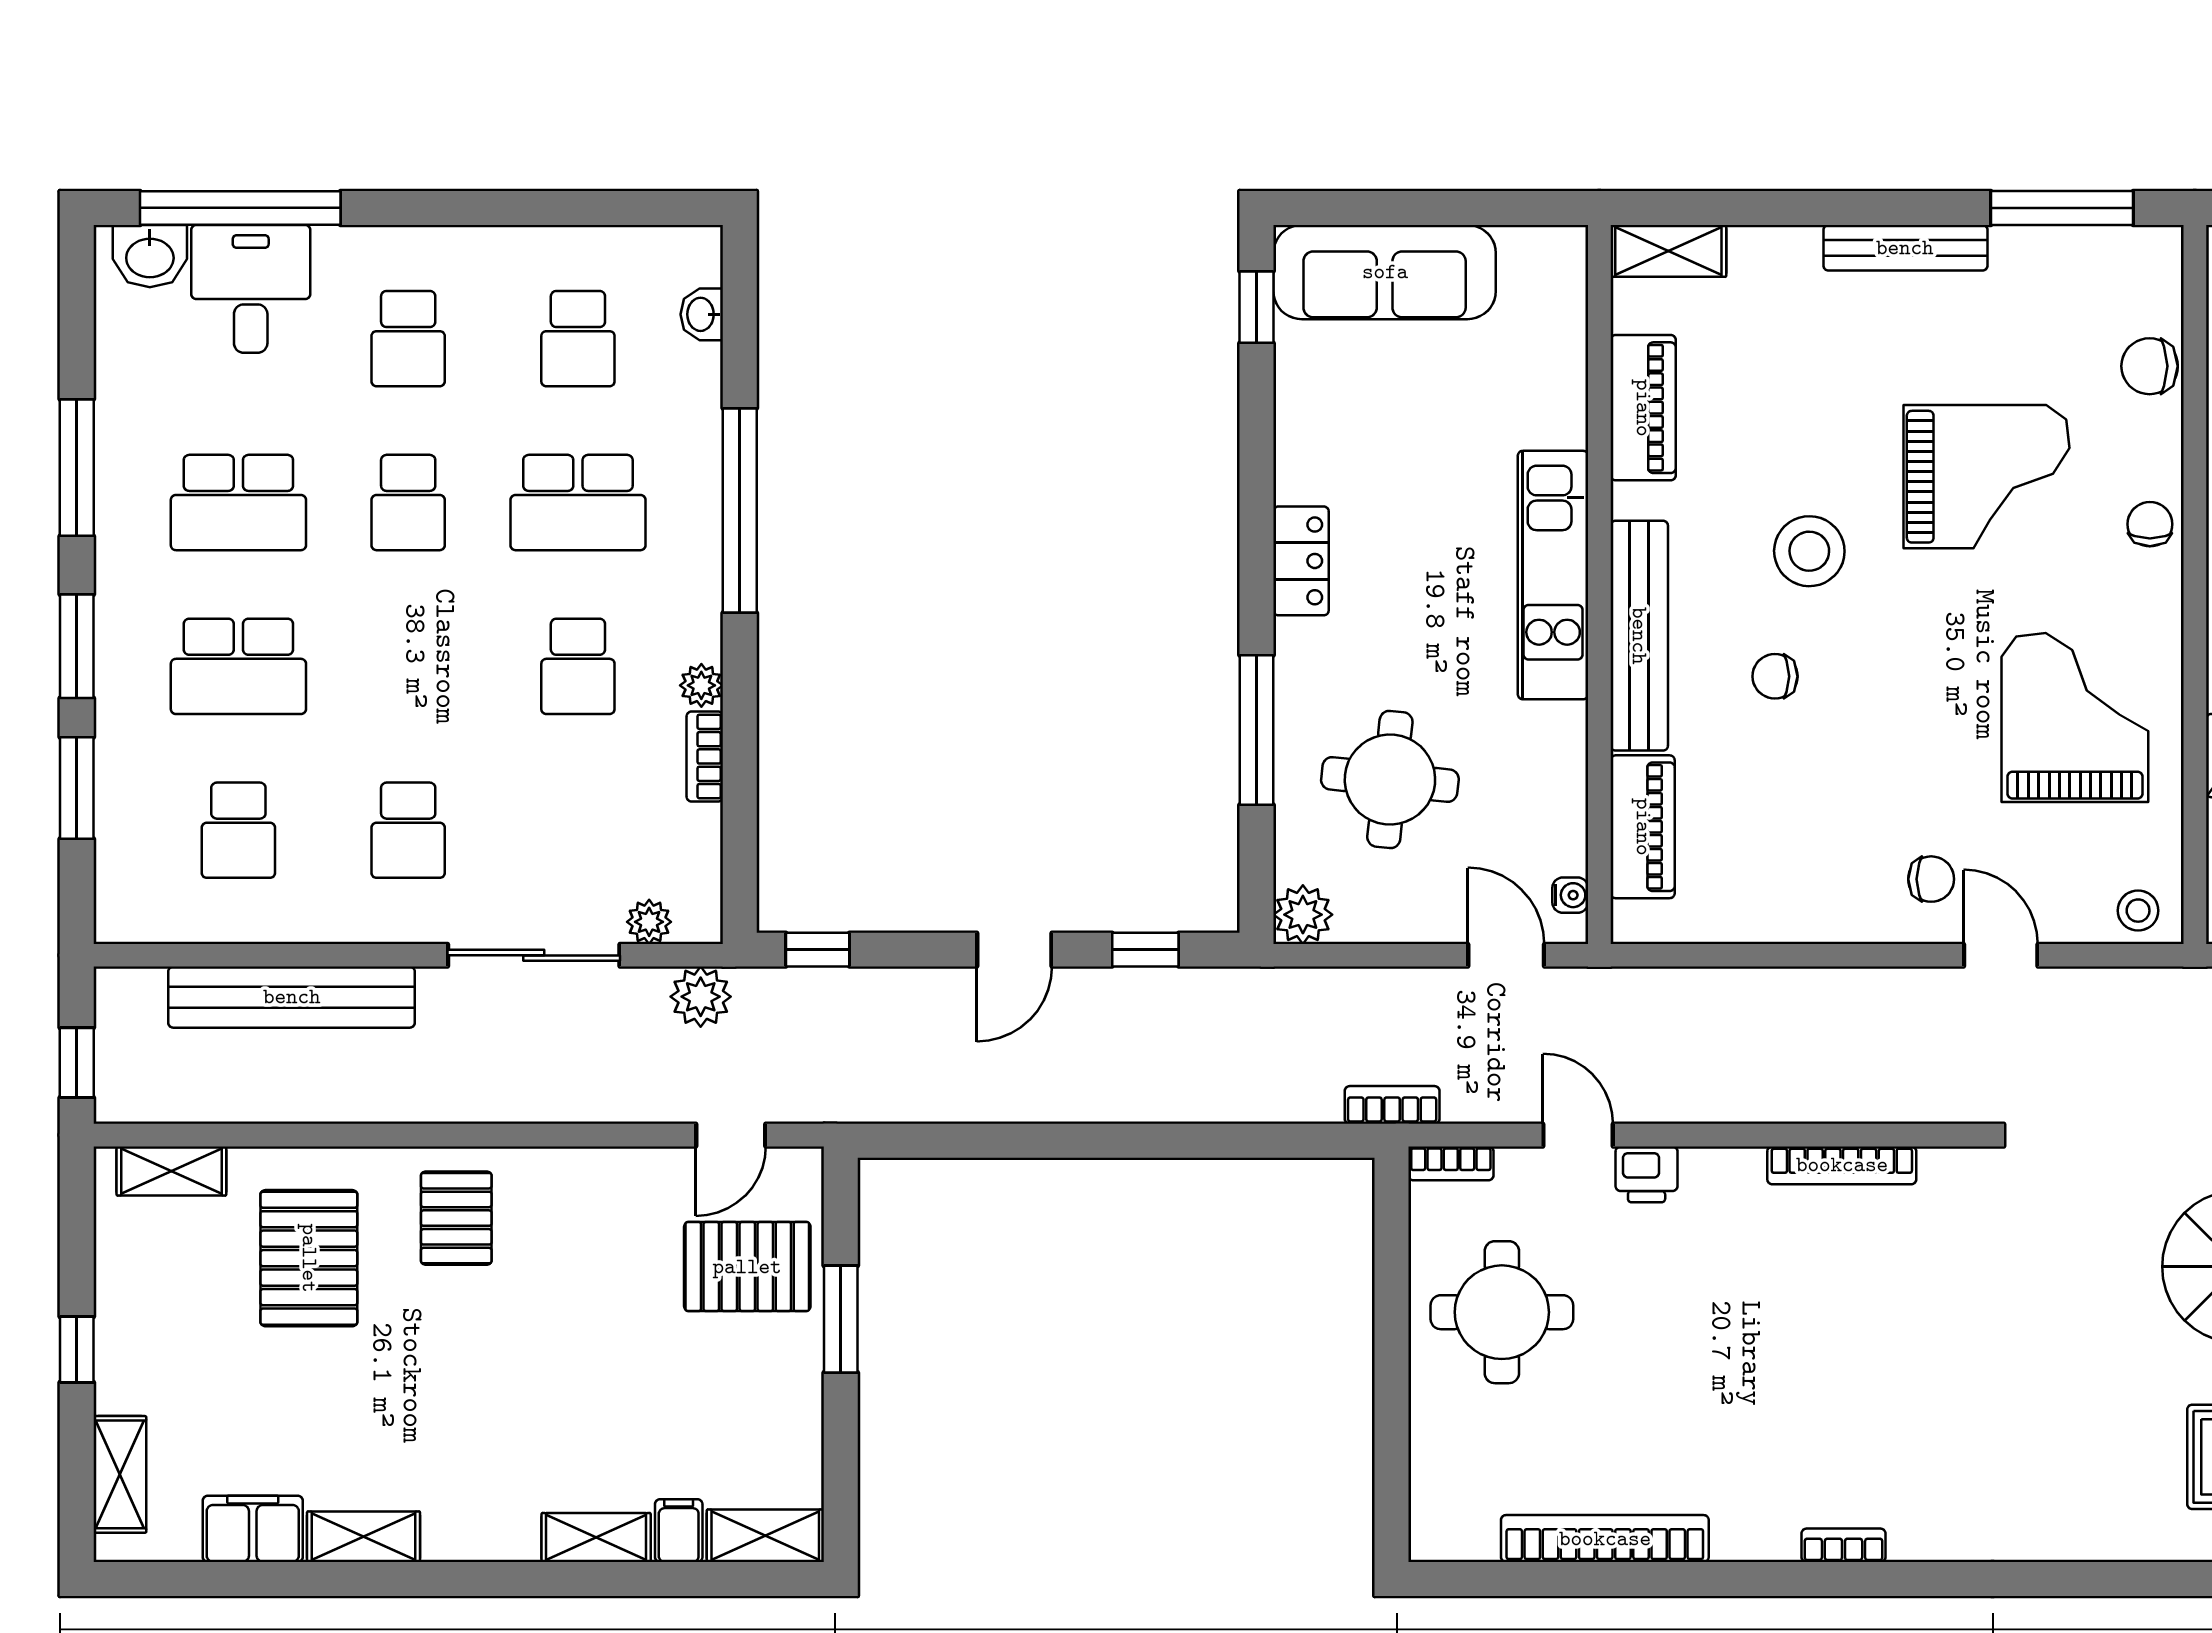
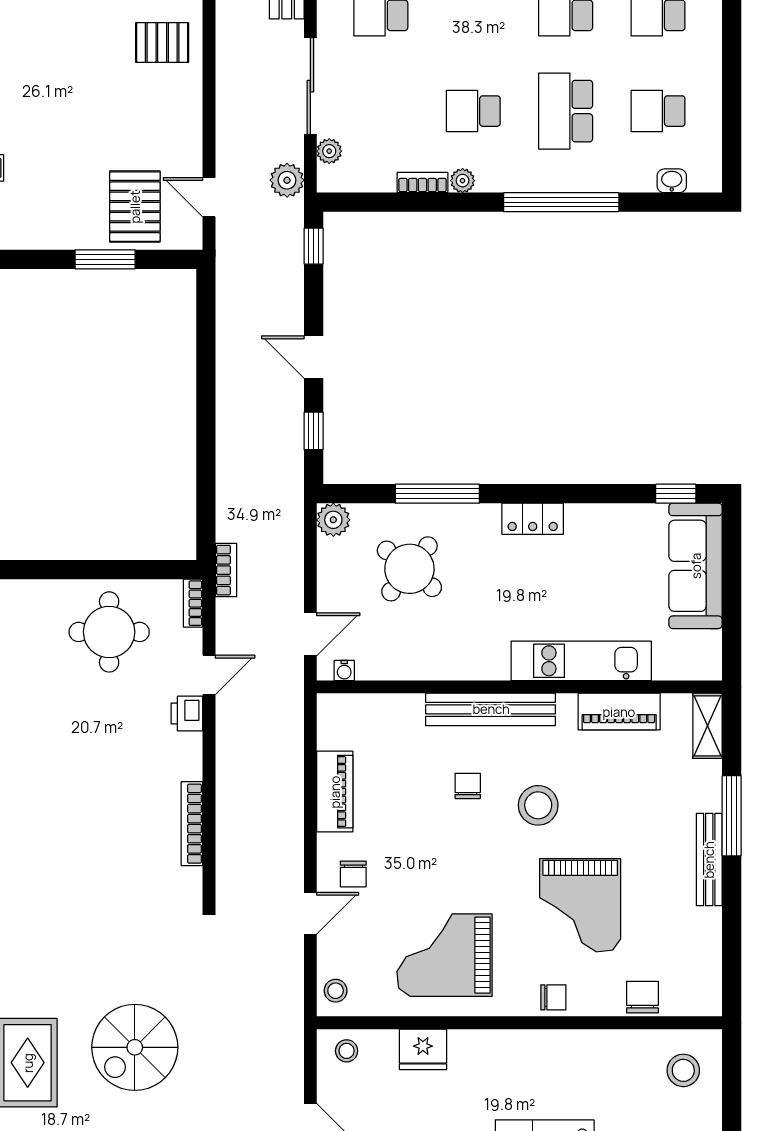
window: (2062, 208) -> (732, 816), moved
kitchen unit: (1553, 575) -> (581, 661), moved
grand piano: (2075, 717) -> (444, 955), turned 180
round table: (1390, 779) -> (409, 569), turned 33
piano: (1643, 827) -> (335, 792), moved, turned -90

